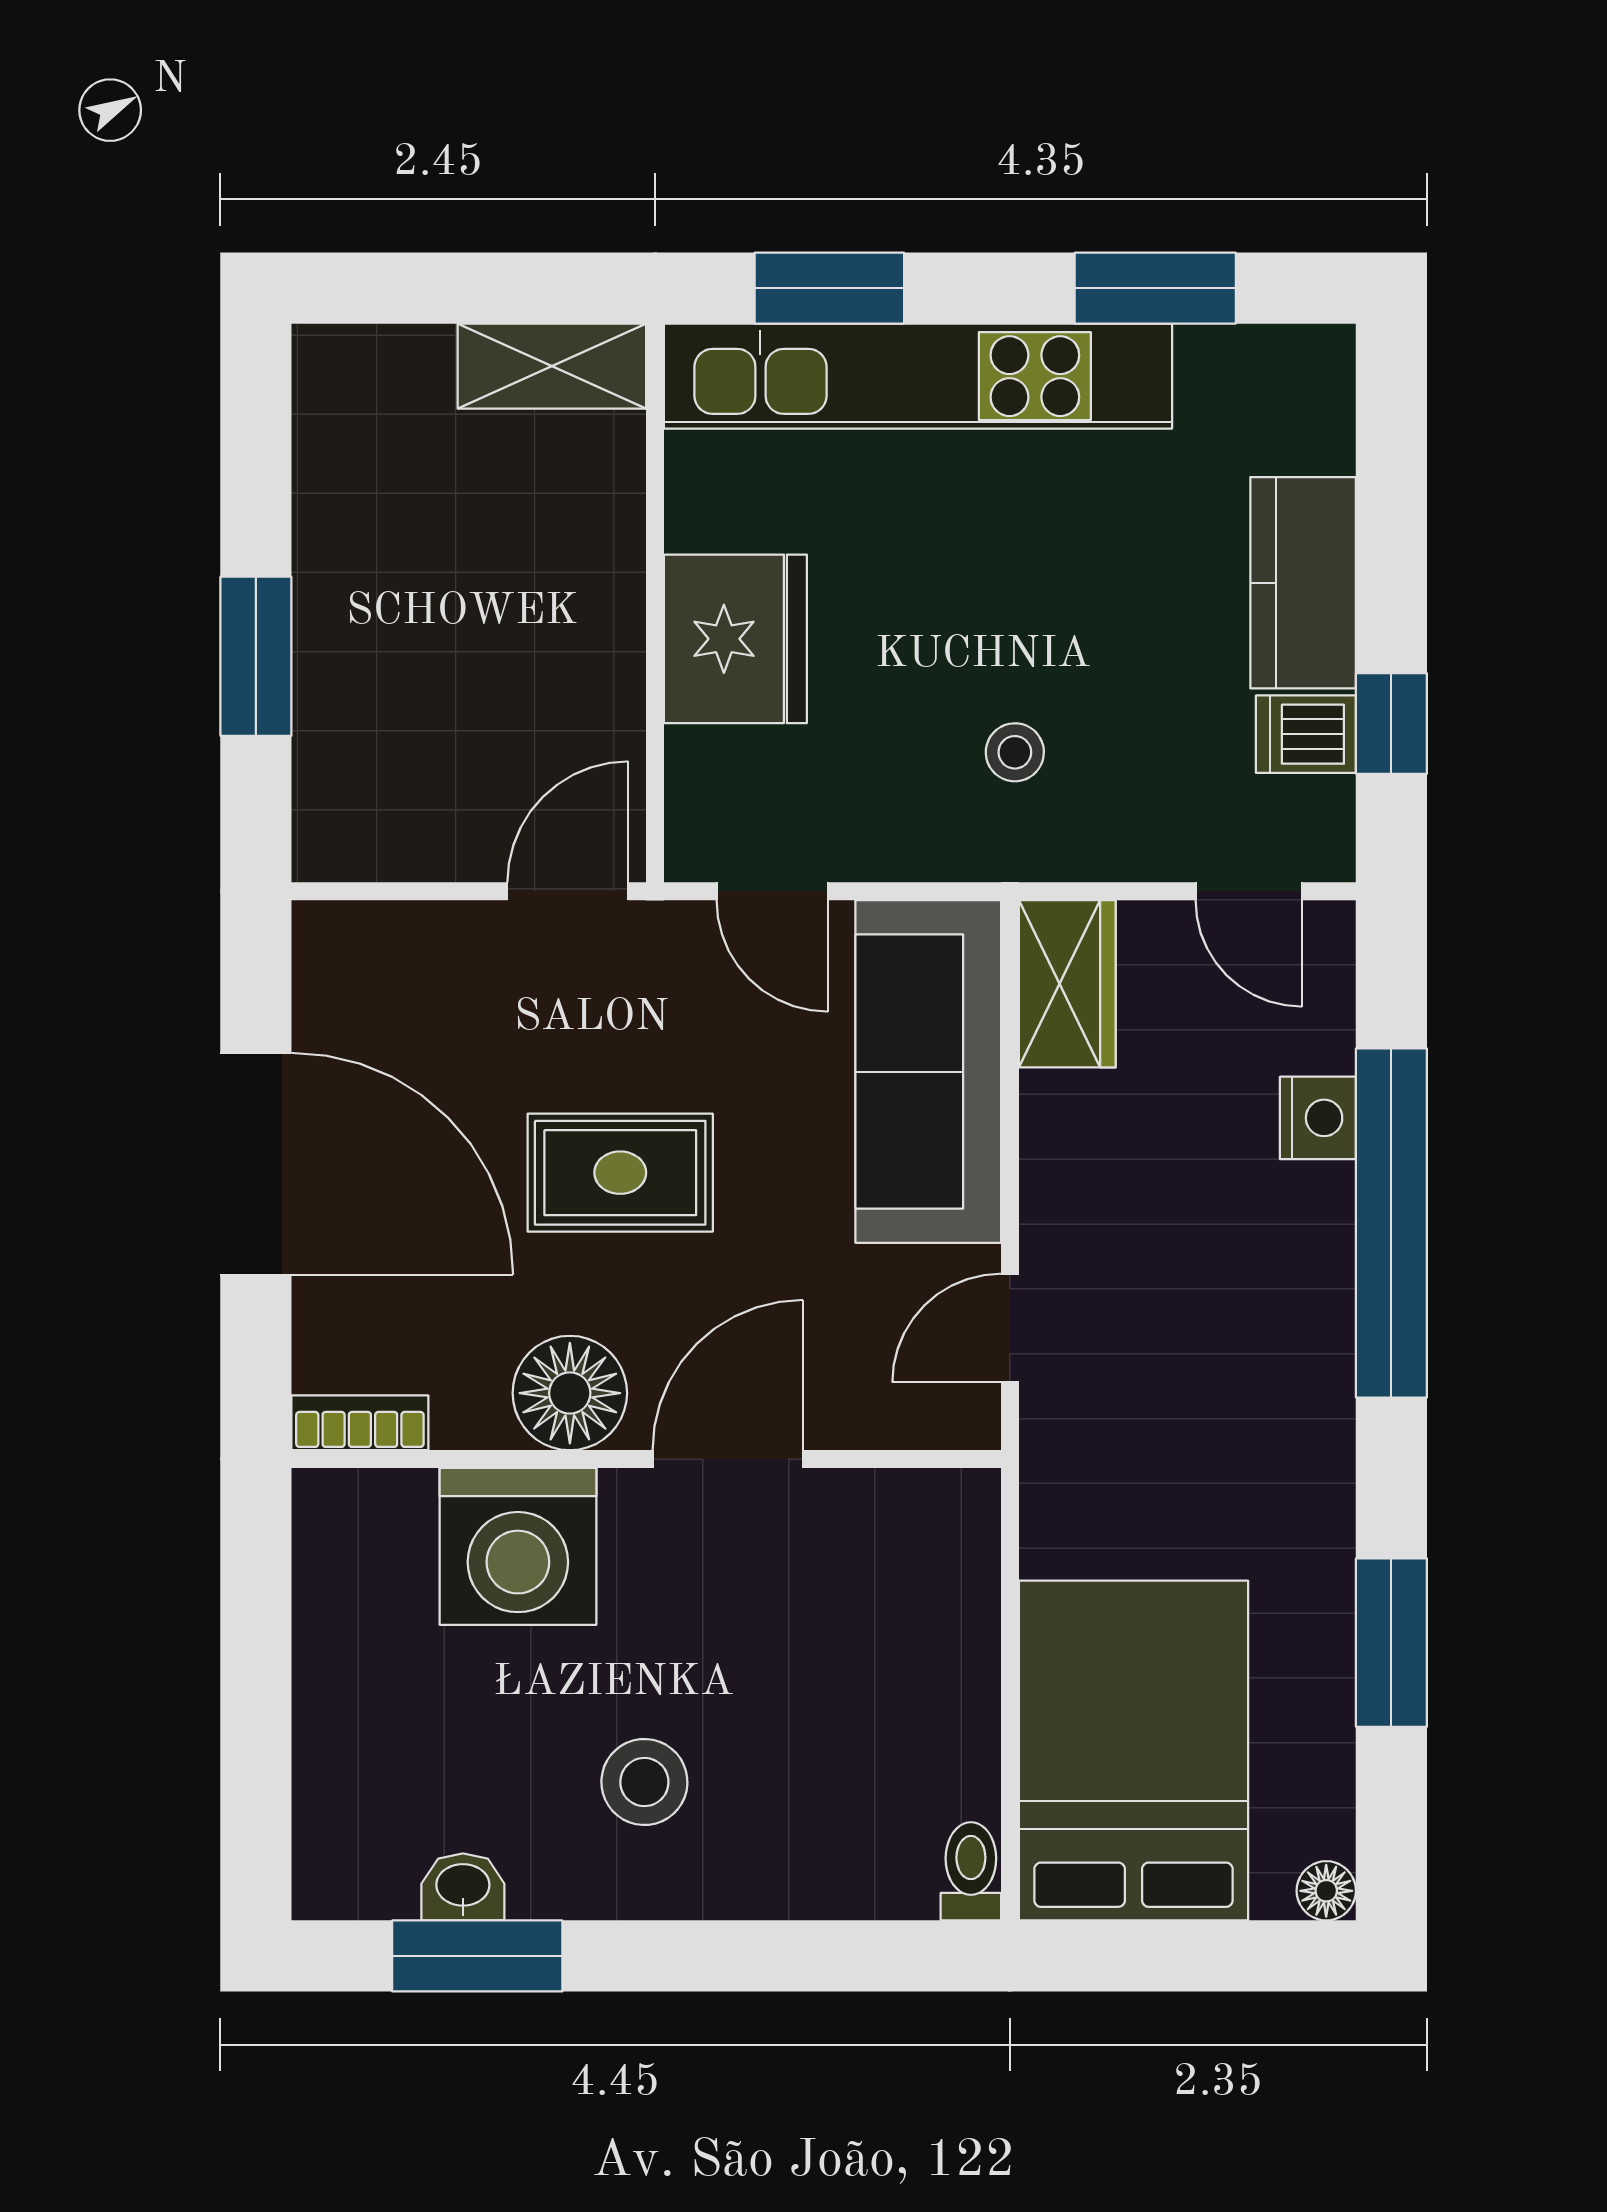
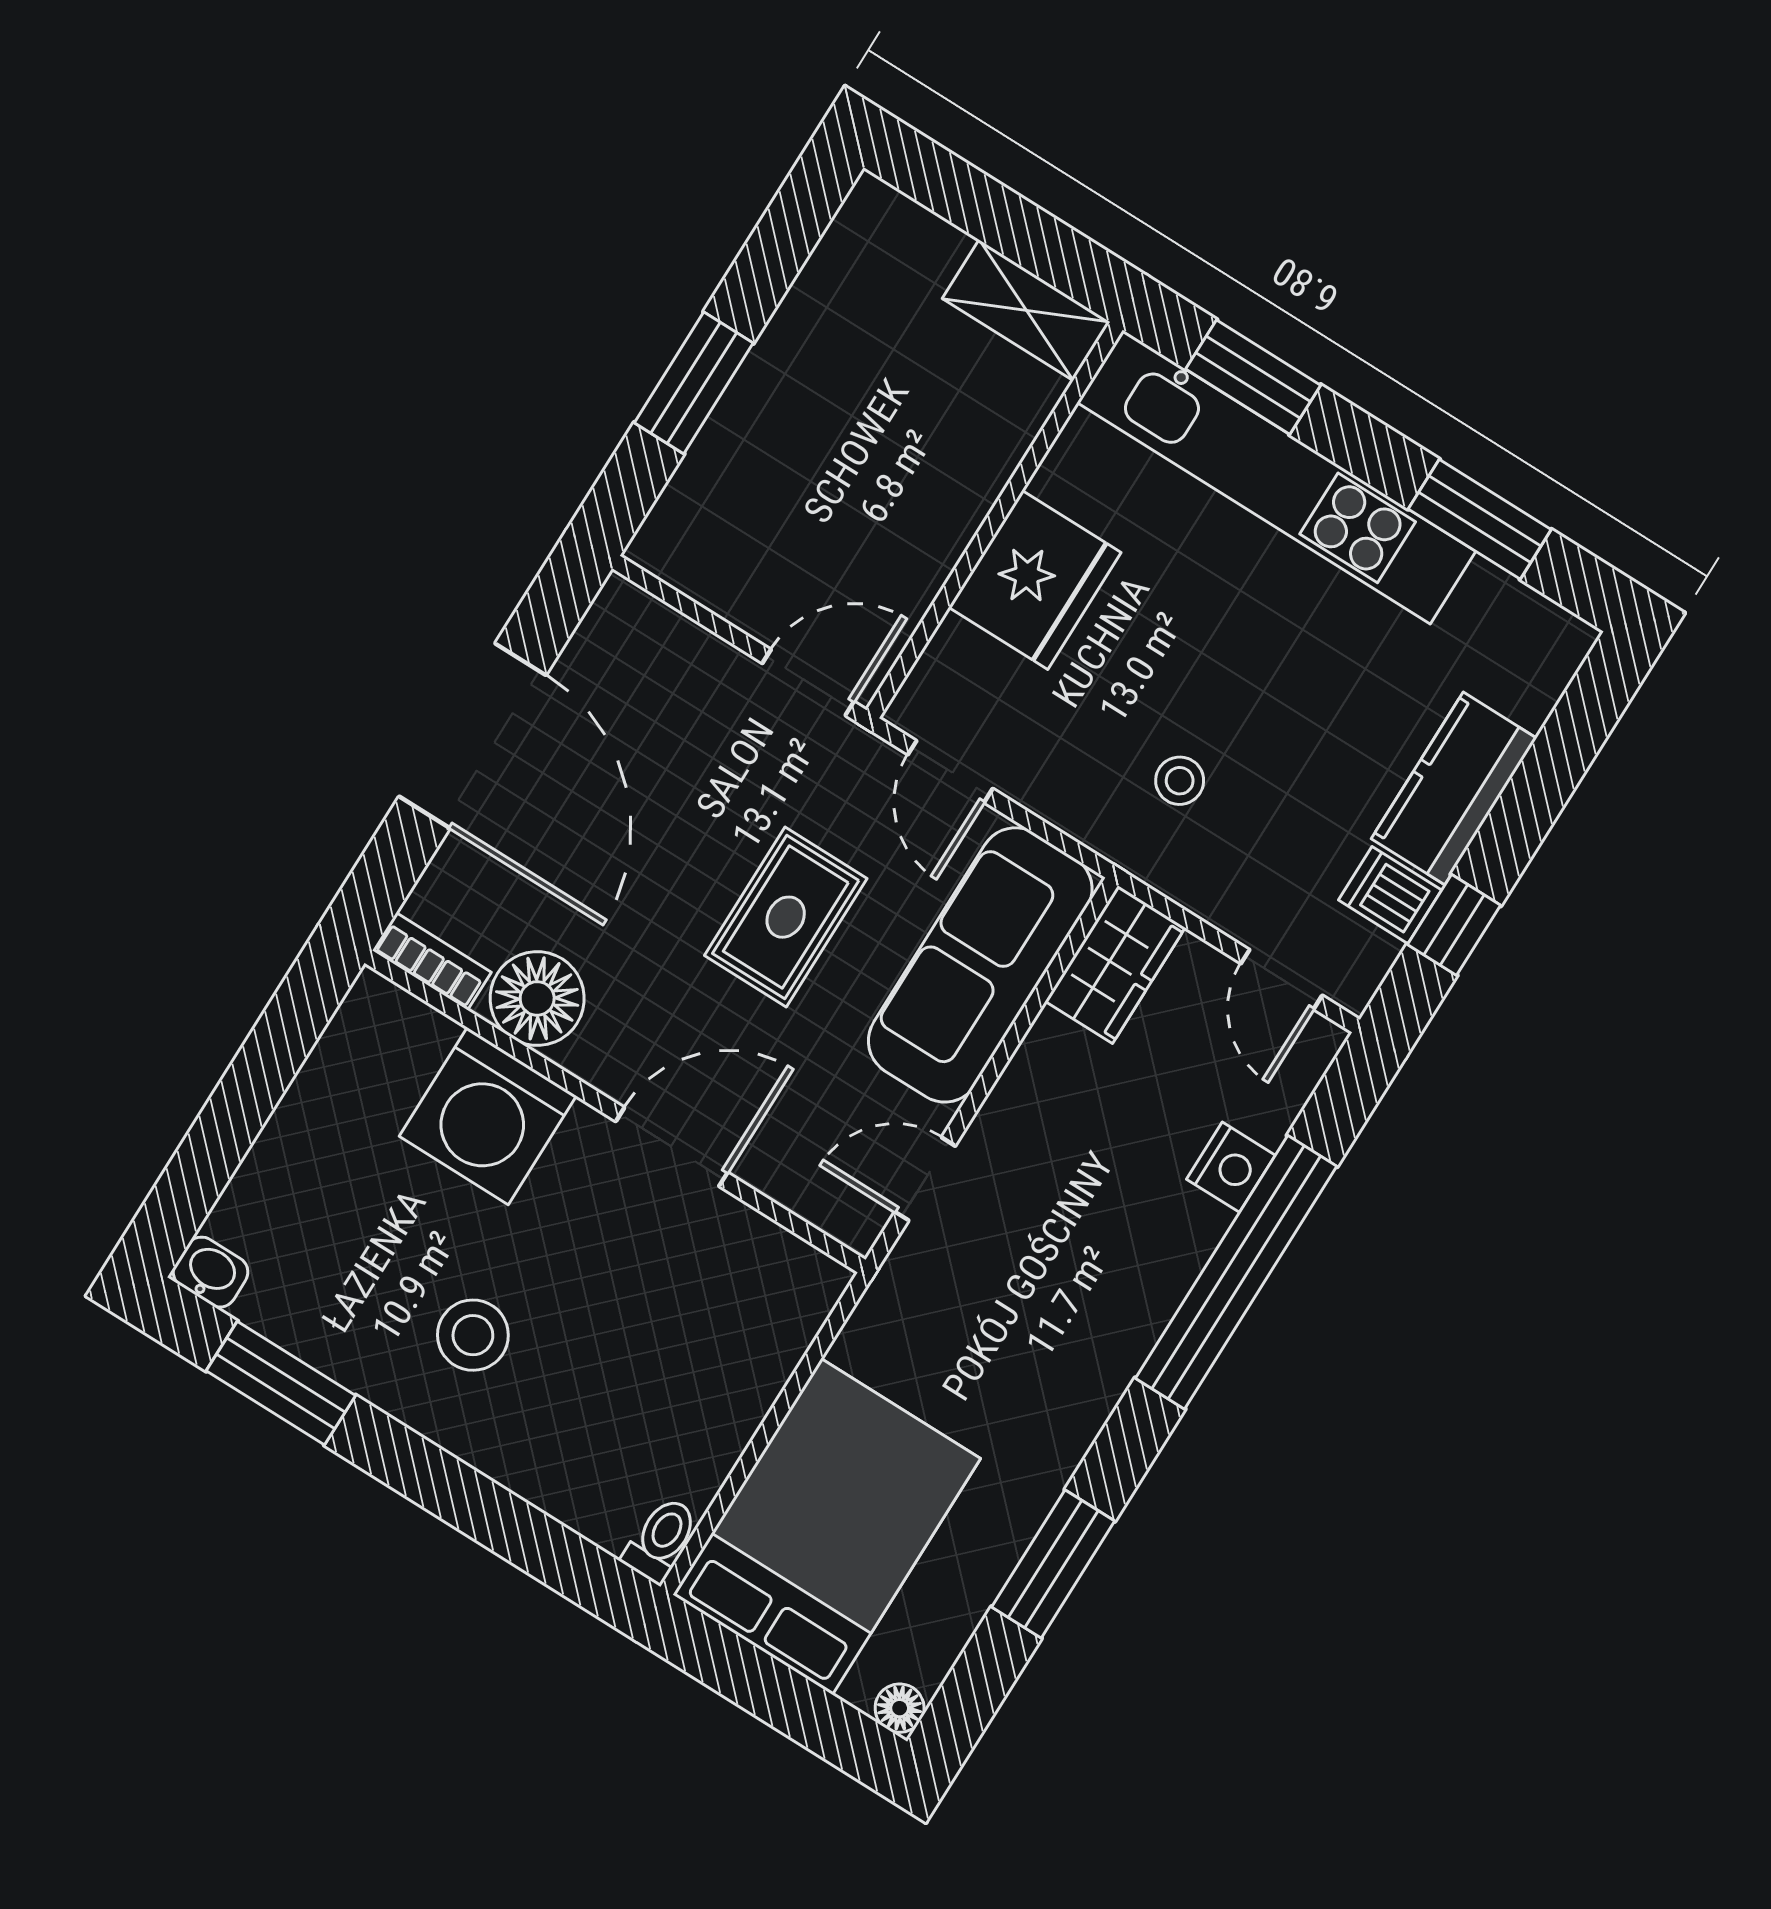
rug: (620, 1173) -> (786, 917), moved, turned 90
floor lamp: (570, 1393) -> (537, 998), moved
washbasin: (463, 1887) -> (211, 1272), moved

